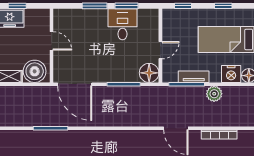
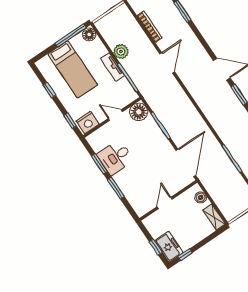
boiler: (35, 71) -> (201, 197), width x0.54, depth x0.54
nightstand: (231, 74) -> (88, 123), moved, turned 90
tv unit: (194, 77) -> (113, 67), moved

